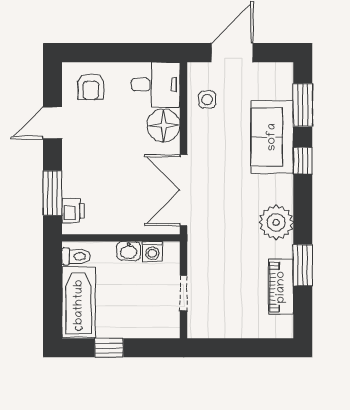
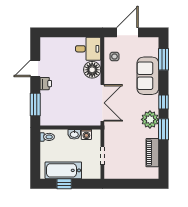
armchair: (91, 87) -> (55, 50), removed
window: (303, 161) -> (164, 102), moved
double door: (184, 190) -> (102, 103), swing flipped
printer: (73, 211) -> (46, 84), moved
window: (303, 265) -> (164, 129), moved
bathtub: (79, 302) -> (63, 170), moved, turned -90

